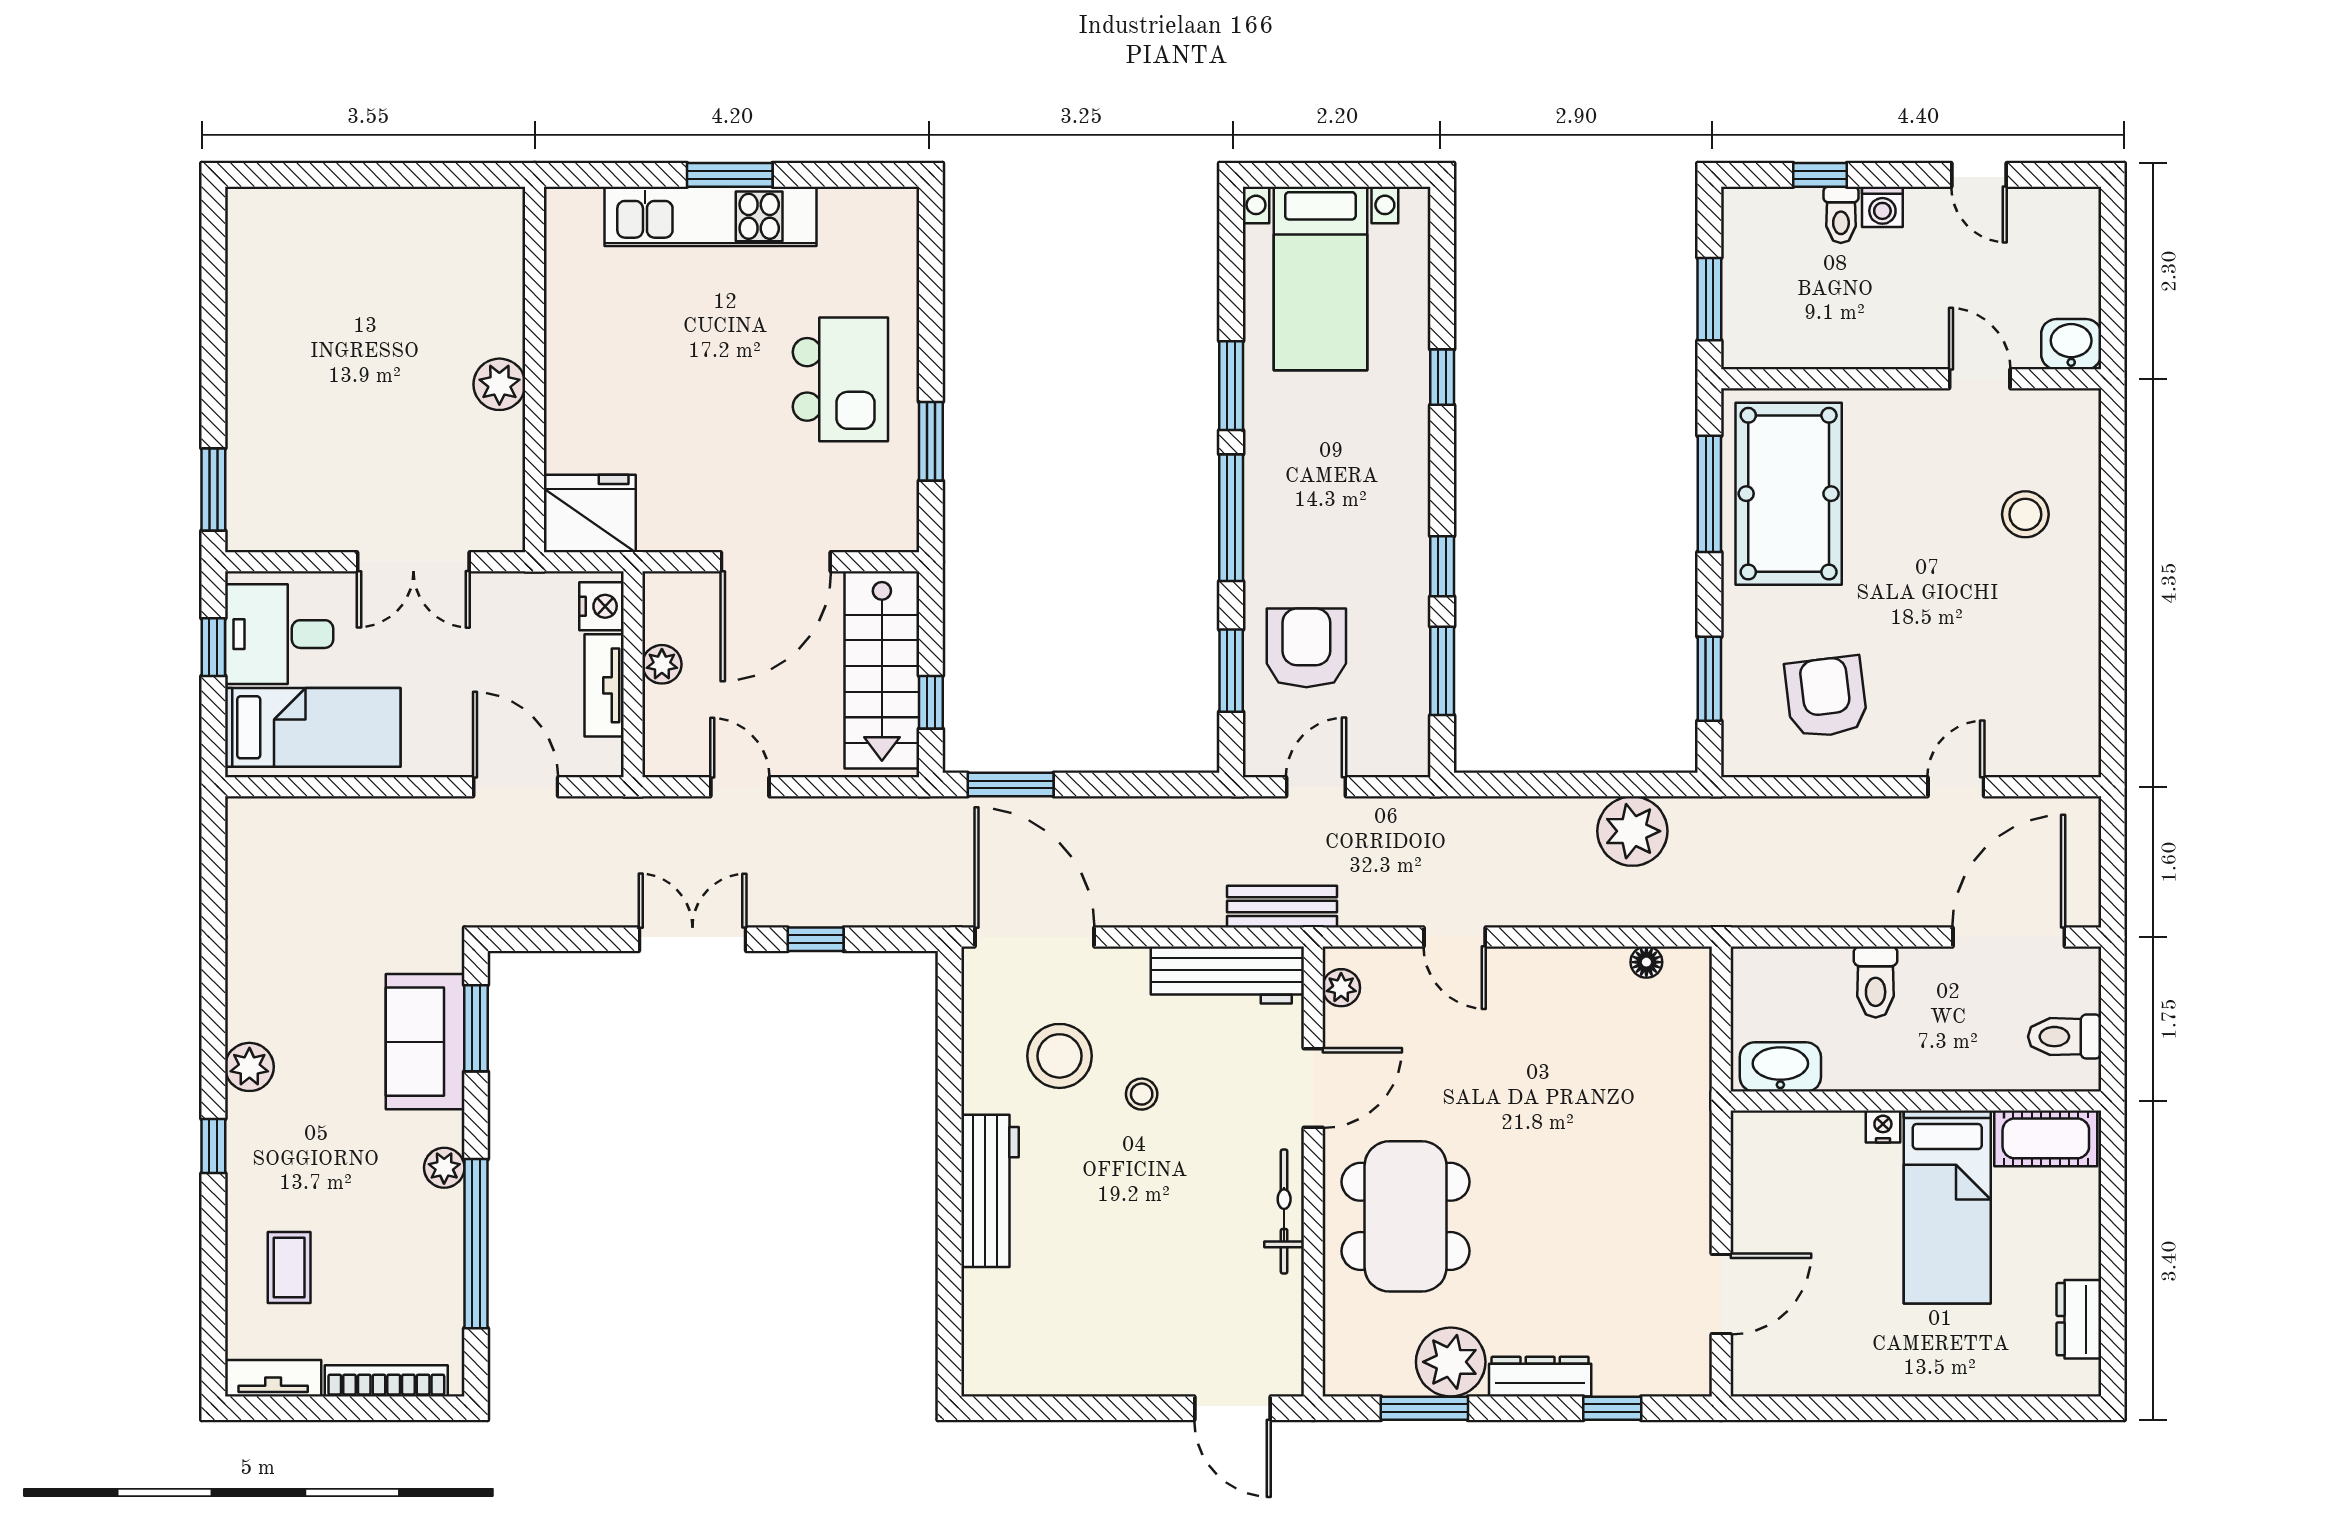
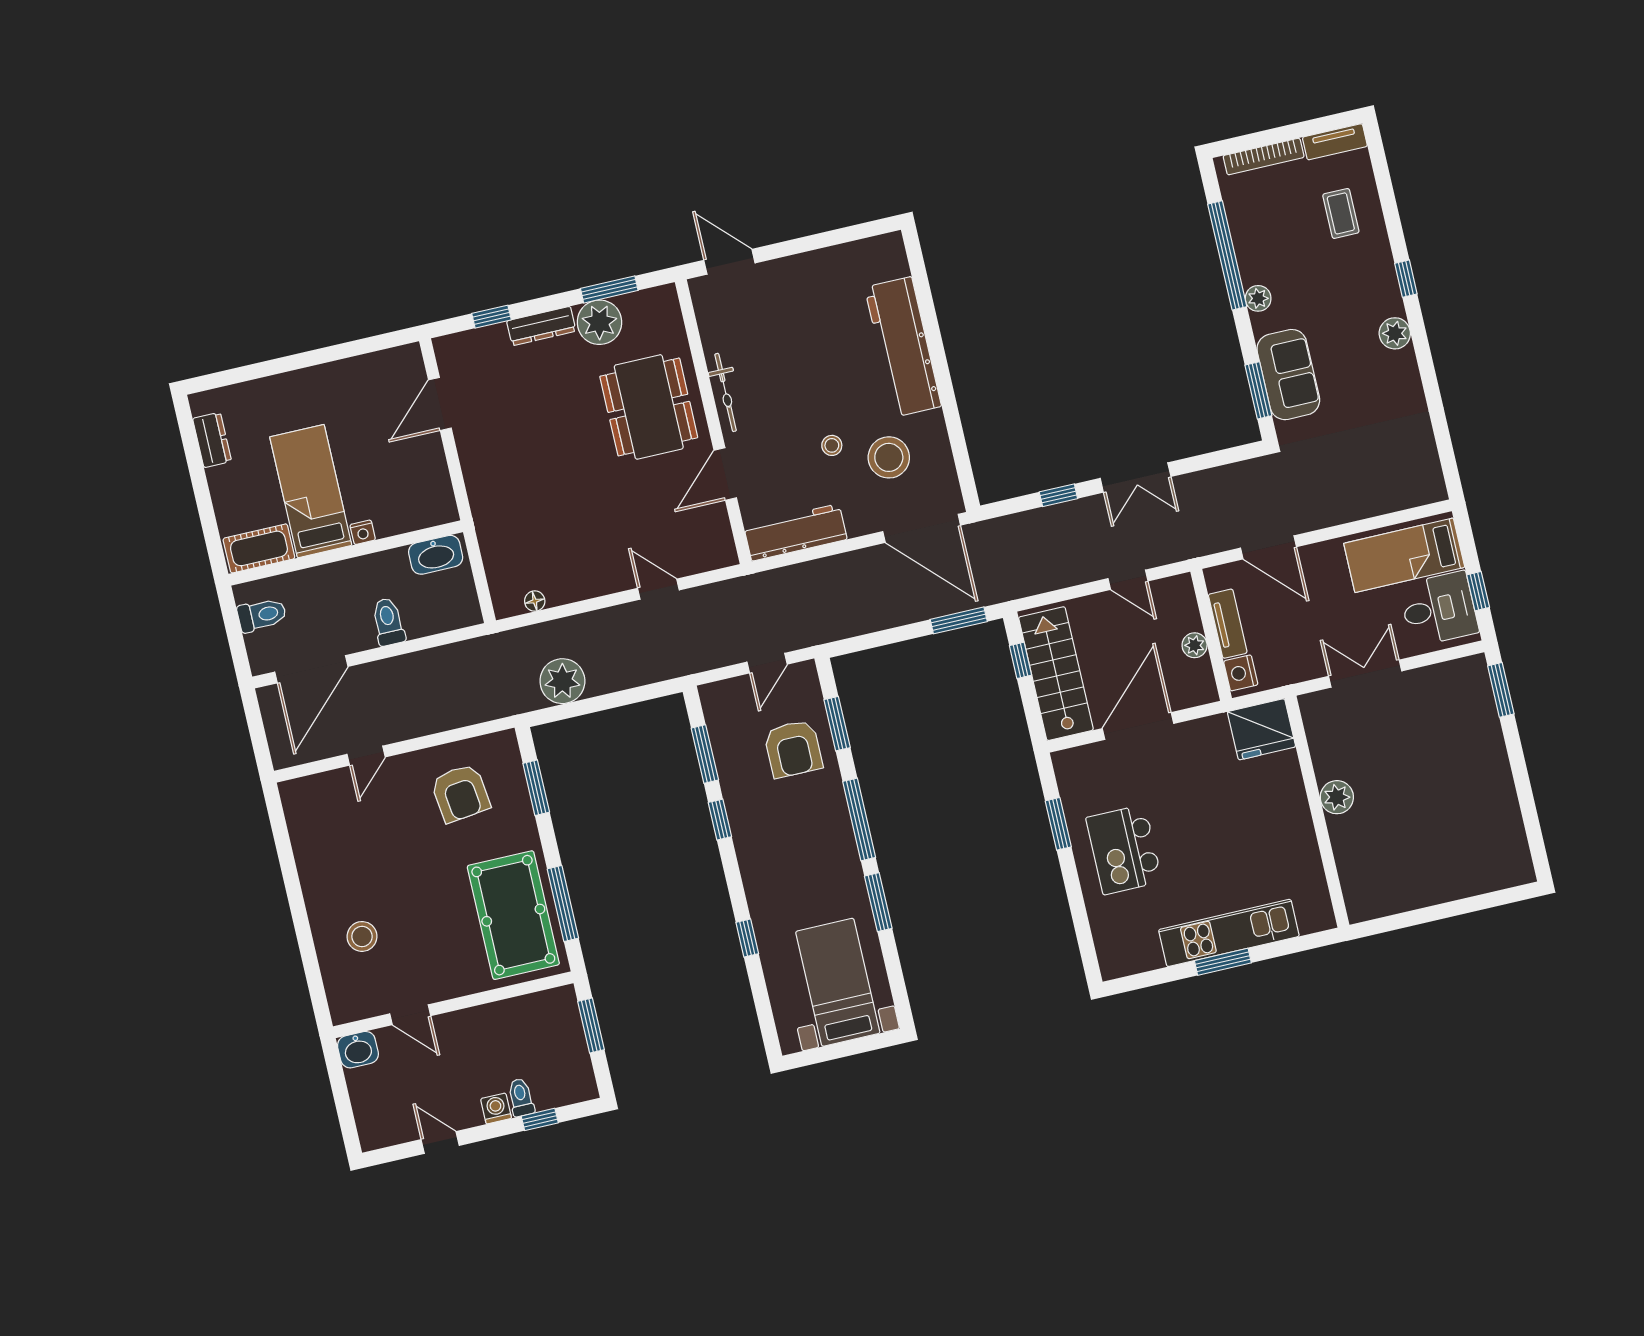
bench: (1282, 907) -> (771, 583), removed
plant: (1341, 988) -> (722, 541), removed
workbench: (990, 1191) -> (903, 347), width x1.36, depth x1.32

